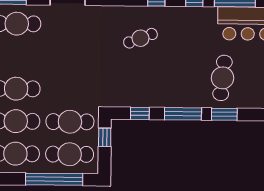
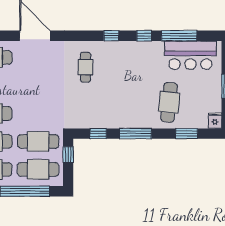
cafe table: (140, 38) -> (86, 67), moved, turned -69
window: (224, 114) -> (187, 134), moved

